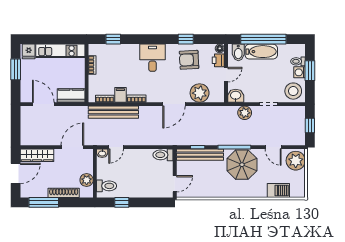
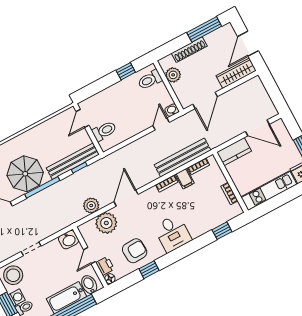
plant: (245, 113) -> (91, 205), moved
toilet: (163, 155) -> (104, 131), moved

